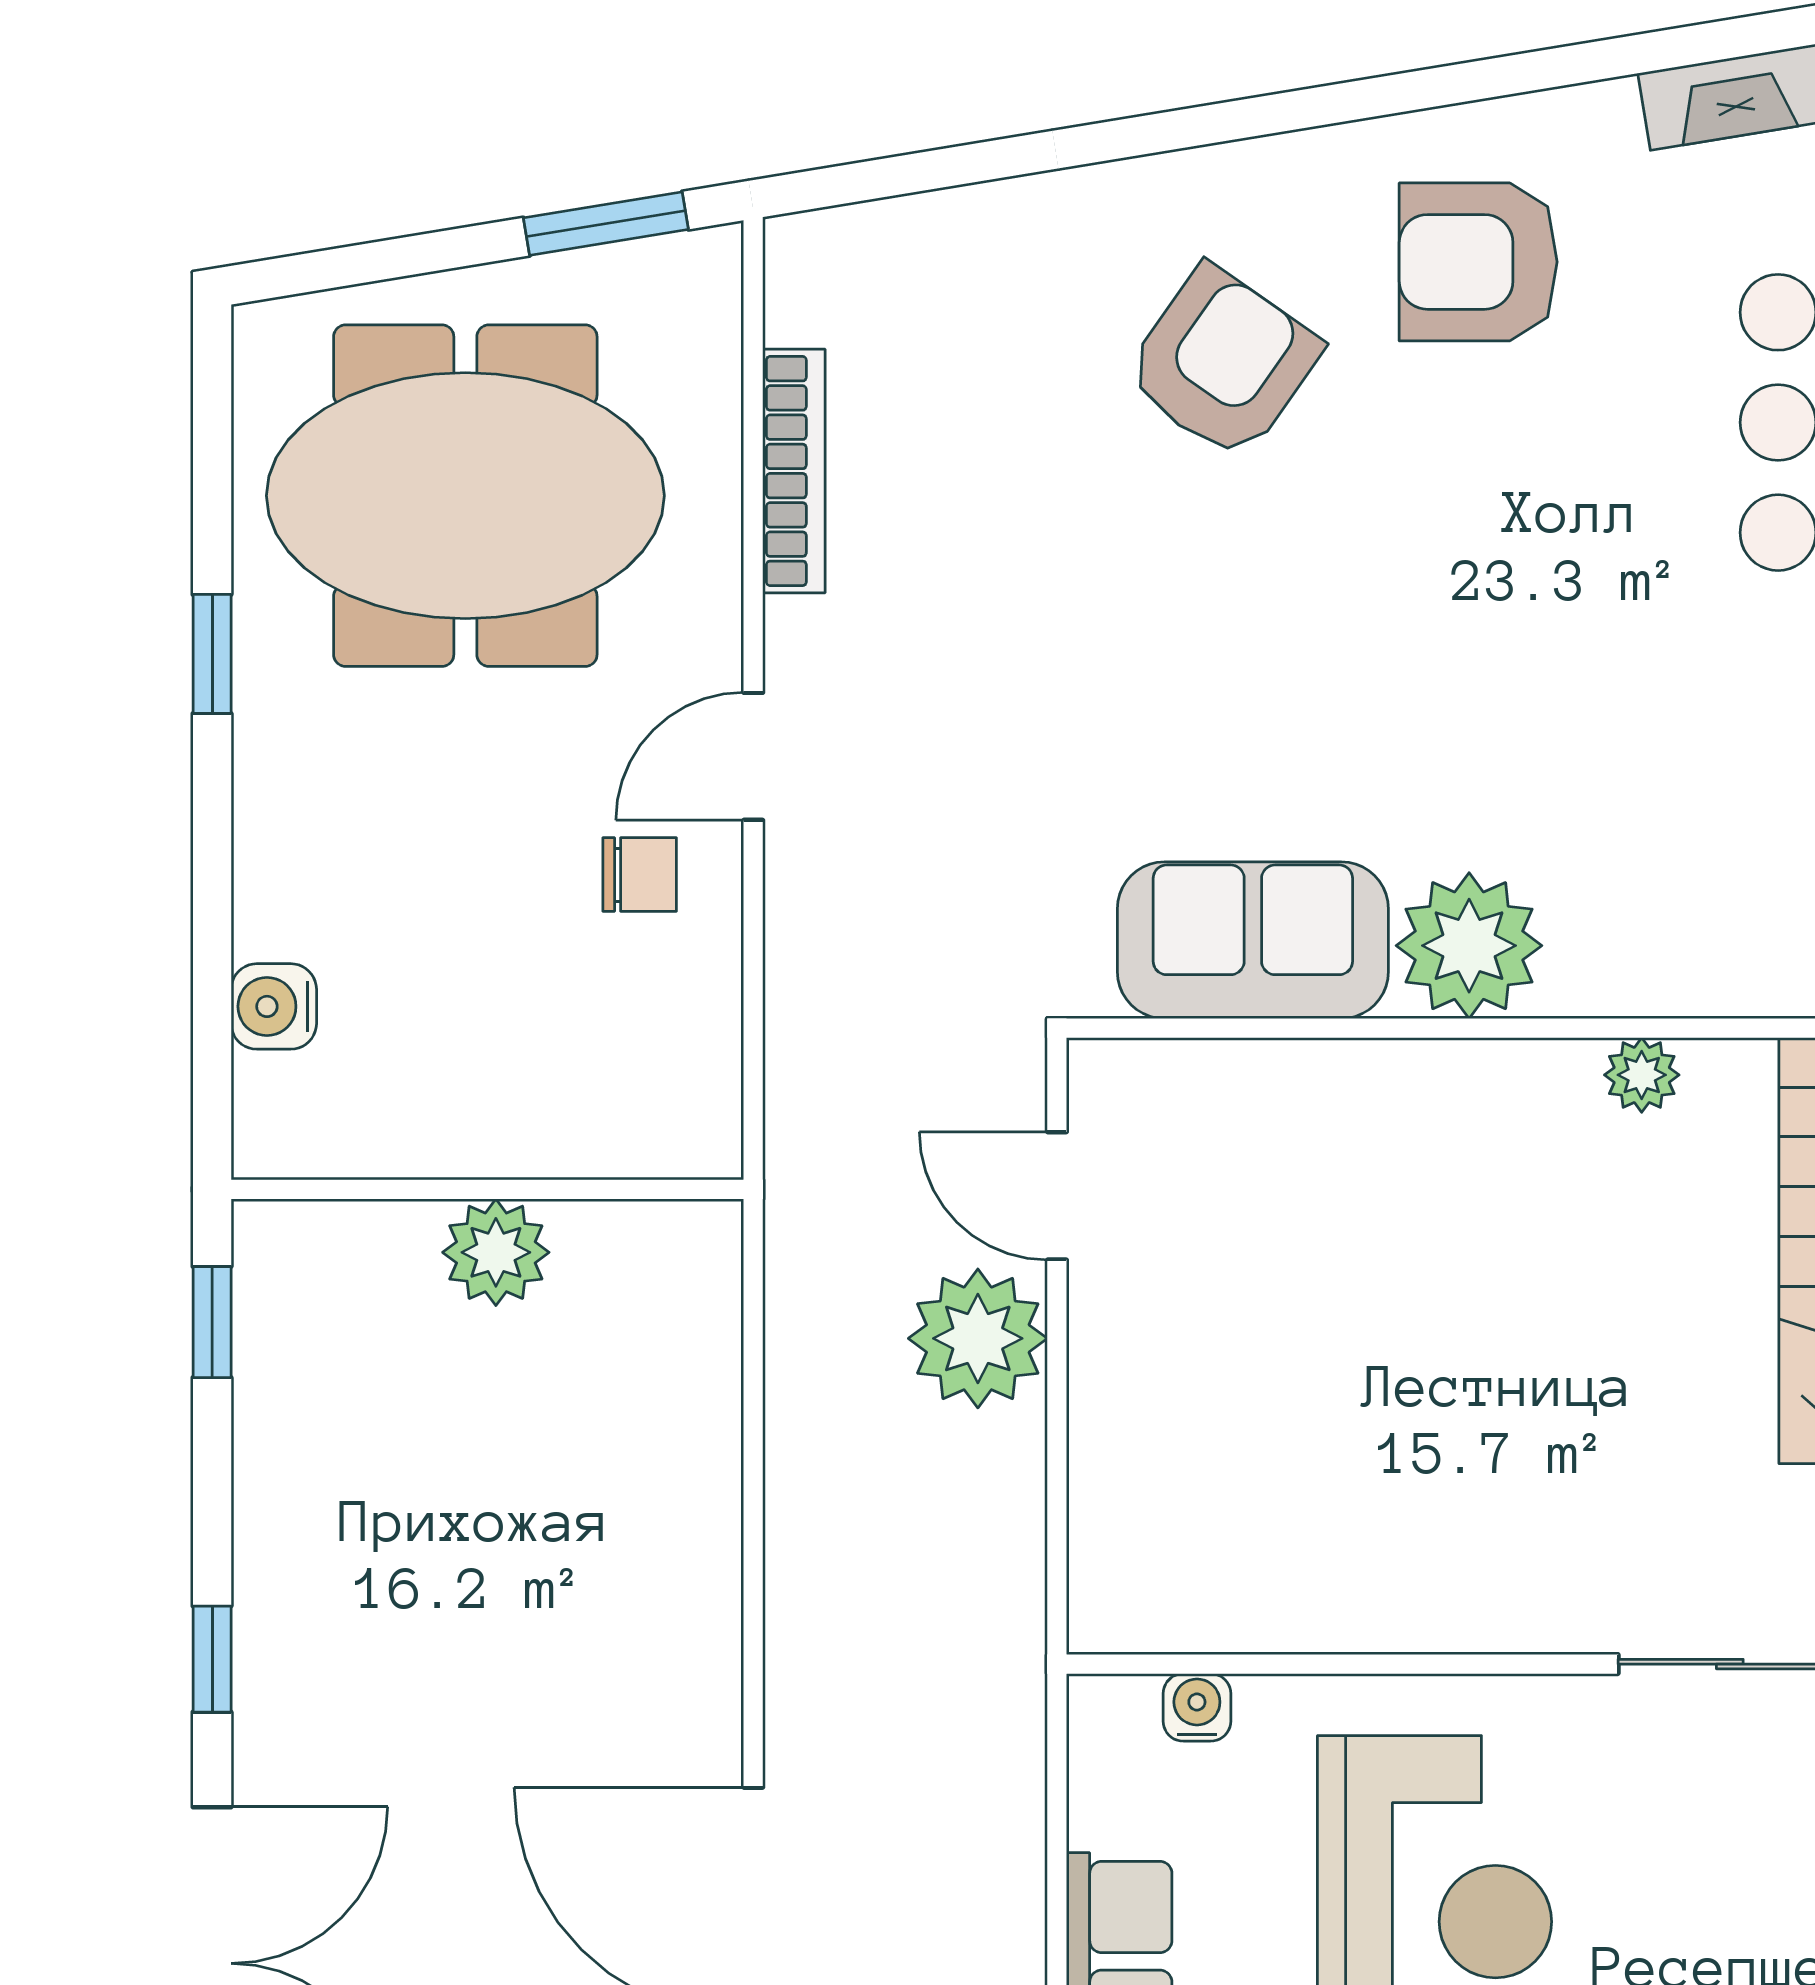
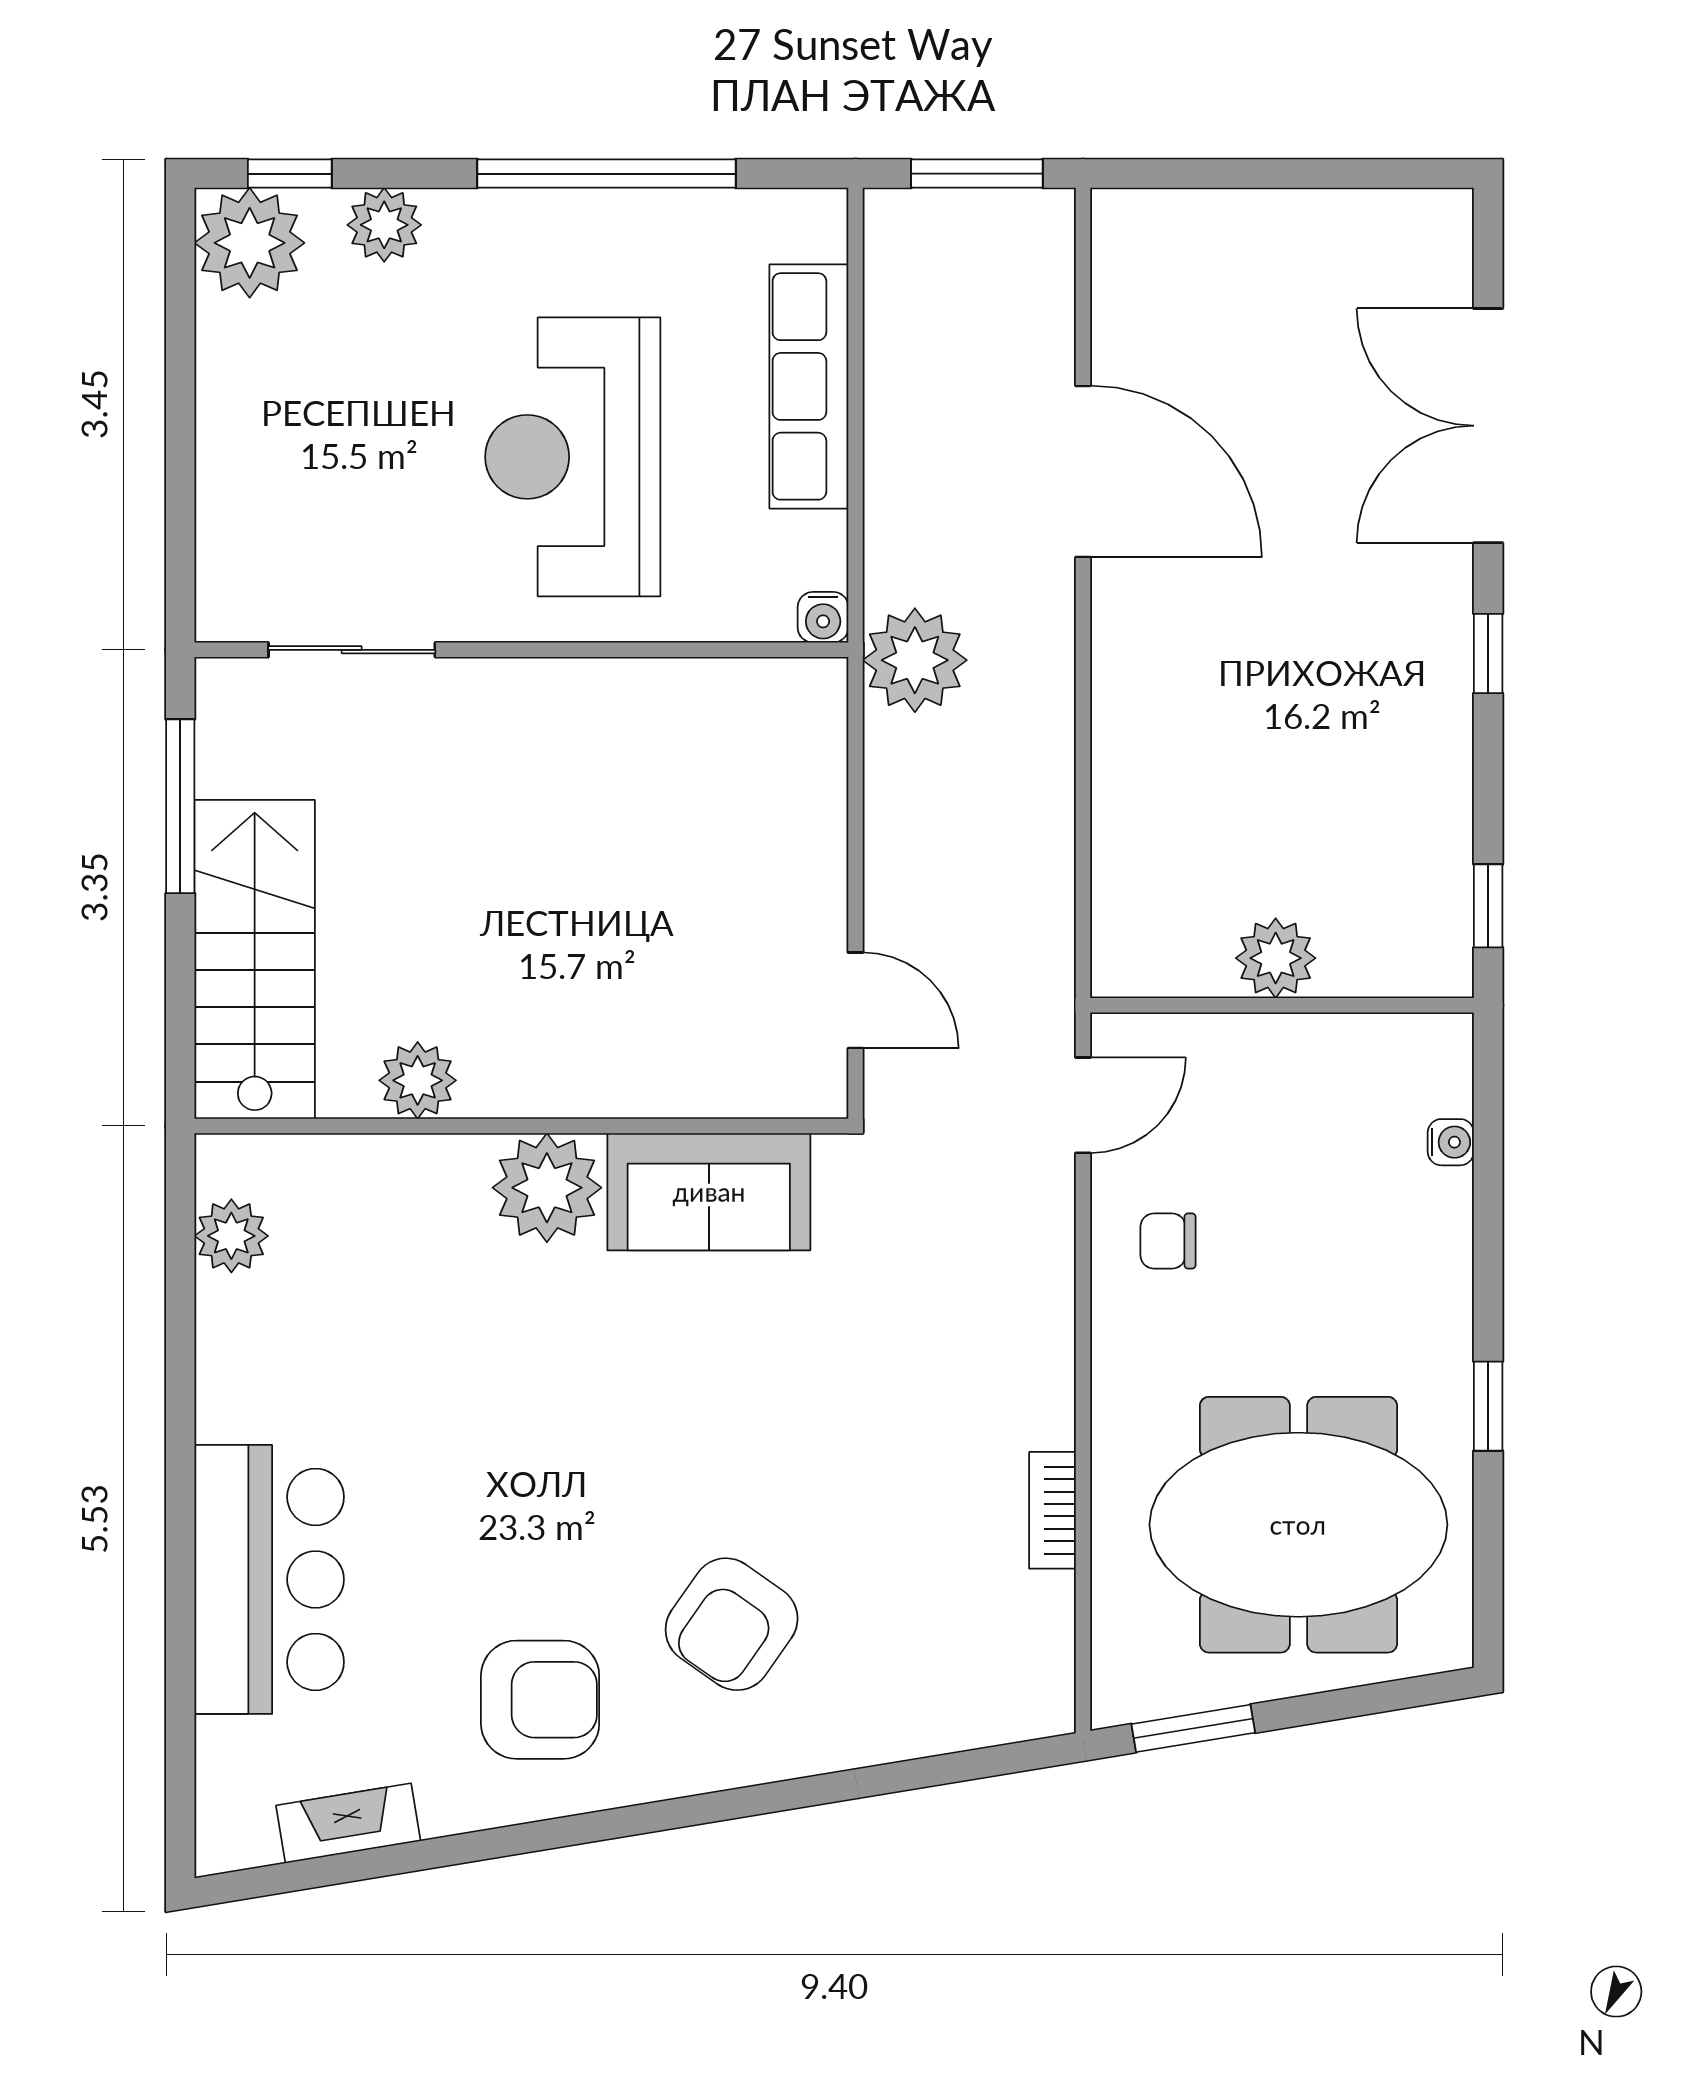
bookcase: (794, 471) -> (1053, 1510), width x0.64
door: (753, 756) -> (1083, 1105), moved
water cooler: (274, 1006) -> (1451, 1142), width x0.72, depth x0.72
plant: (1642, 1075) -> (418, 1080), width x1.38, depth x1.38
plant: (978, 1338) -> (915, 660), moved
water cooler: (1197, 1707) -> (823, 617), moved

